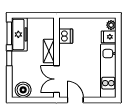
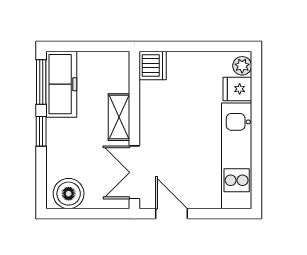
dishwasher: (66, 36) -> (153, 66), moved

